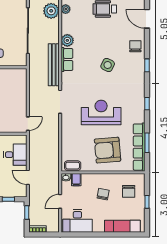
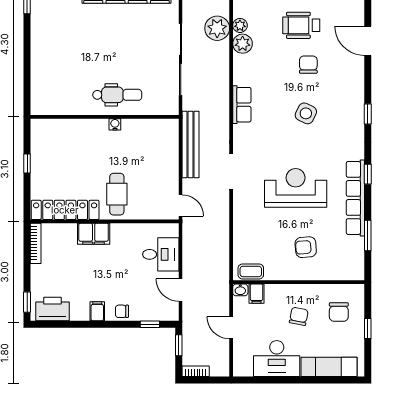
plant: (67, 40) -> (243, 44), moved
chair: (135, 46) -> (308, 65), moved
bench: (54, 65) -> (190, 145), moved
door: (28, 124) -> (181, 205), hinge flipped
row of seats: (139, 147) -> (355, 198), moved
armchair: (108, 150) -> (306, 247), width x0.53, depth x0.53
door: (60, 201) -> (231, 328), hinge flipped
desk: (77, 221) -> (277, 359), moved

